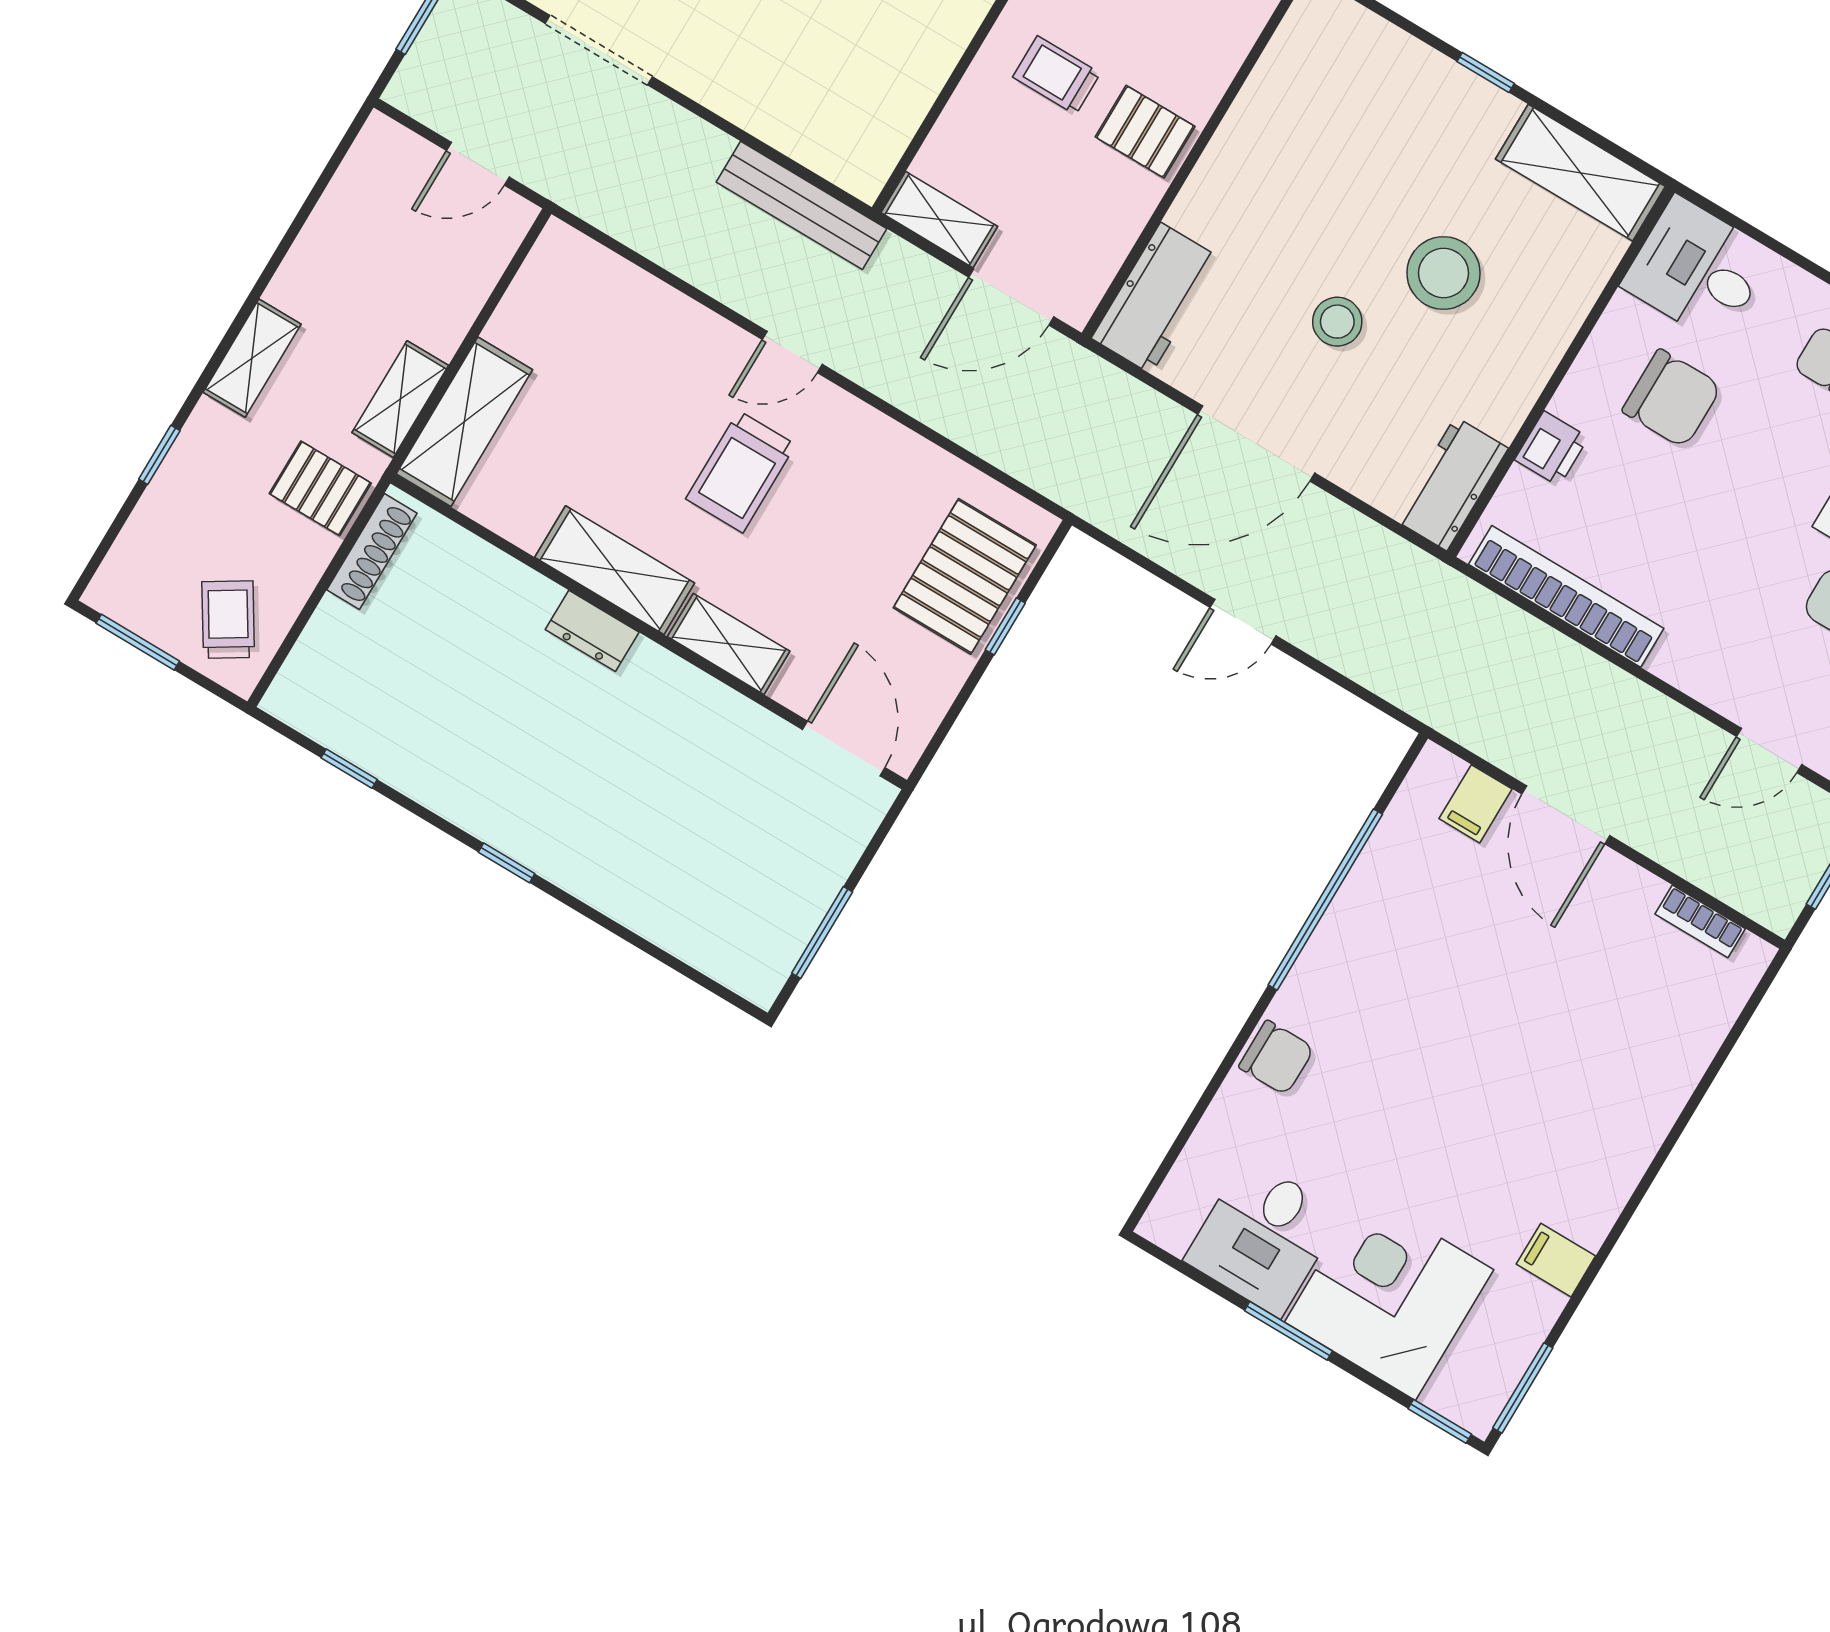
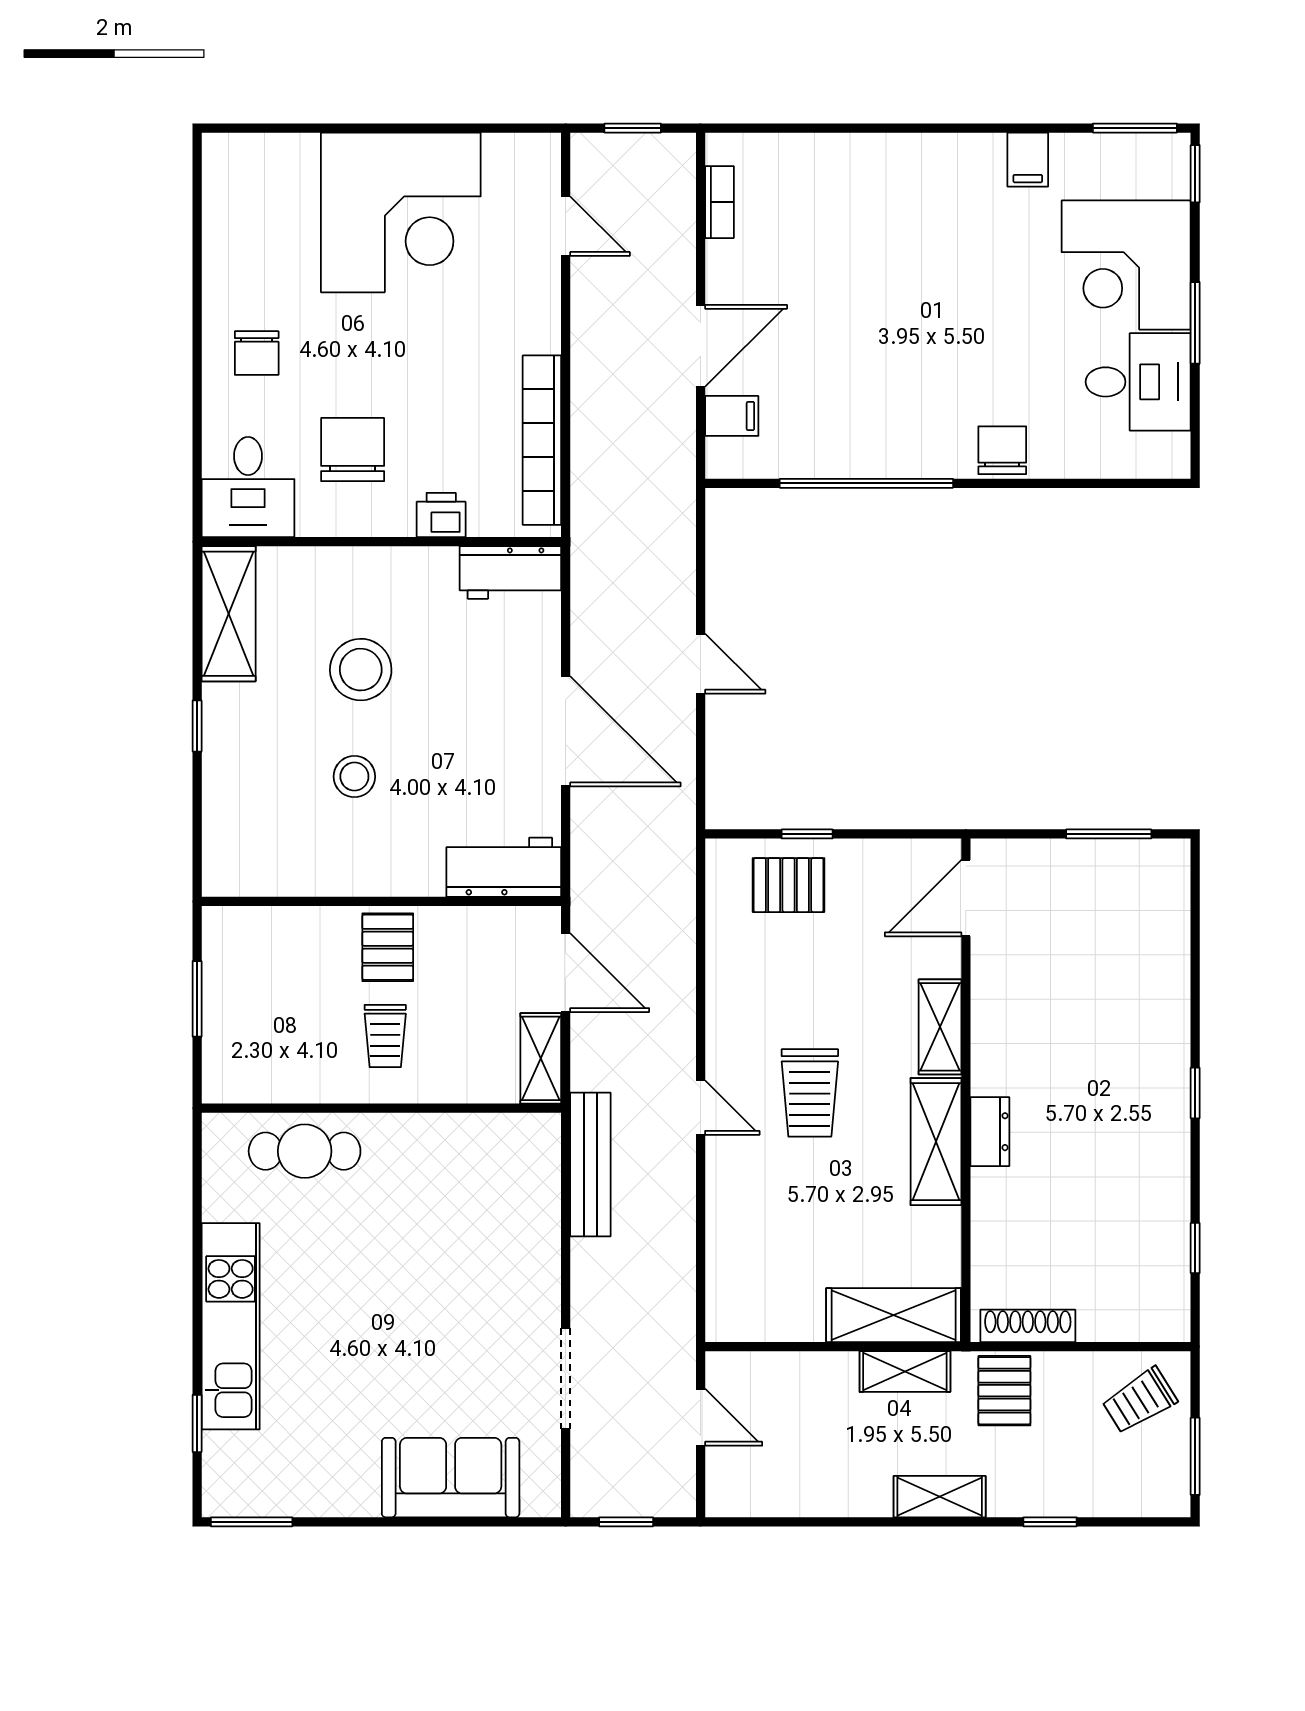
stool: (1337, 322) -> (354, 777), moved
trolley: (741, 472) -> (810, 1093), turned 90
pallet: (965, 576) -> (789, 885), width x0.67, depth x0.71

